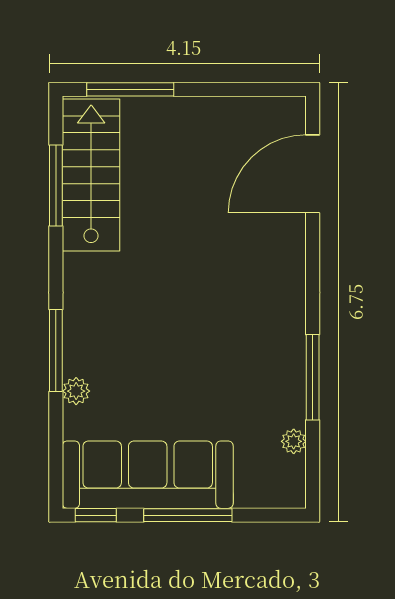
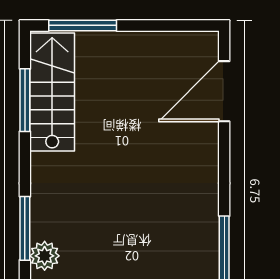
plant: (76, 391) -> (45, 256), width x1.38, depth x1.38

